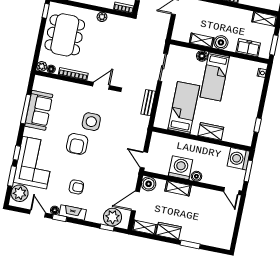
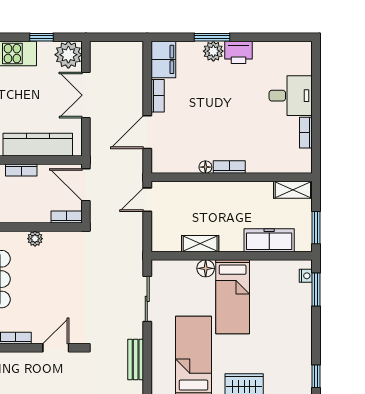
boiler: (221, 42) -> (231, 241), removed
freezer: (248, 48) -> (269, 240), width x1.40
window: (266, 82) -> (316, 289), added
window: (258, 125) -> (316, 376), moved

